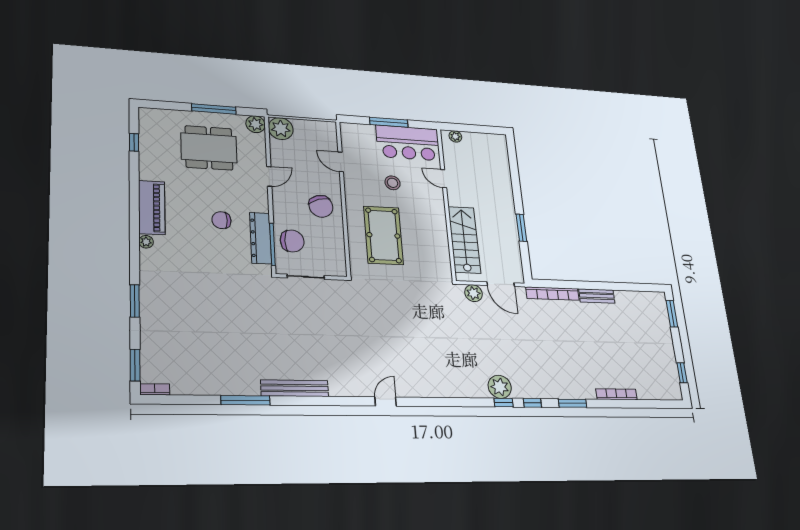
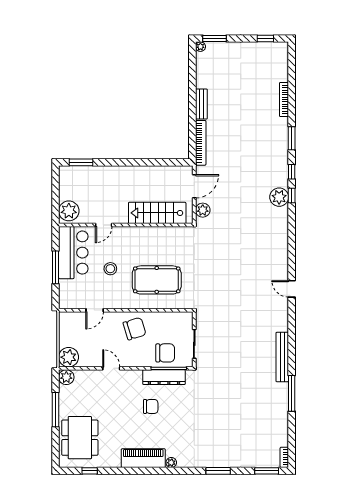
plant: (455, 136) -> (69, 211), width x1.87, depth x1.87
dining table: (209, 148) -> (80, 438), moved
chair: (221, 220) -> (151, 406), turned -90
window: (521, 228) -> (81, 162), moved
chair: (292, 241) -> (165, 353), turned 90
plant: (660, 297) -> (200, 47), added

